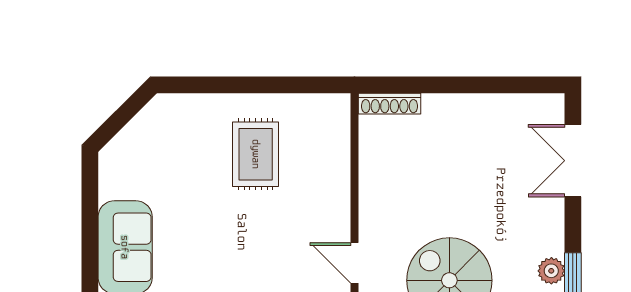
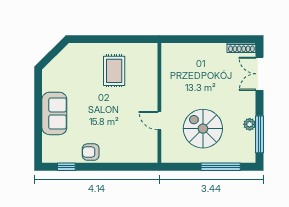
shoe rack: (390, 104) -> (241, 48), moved

